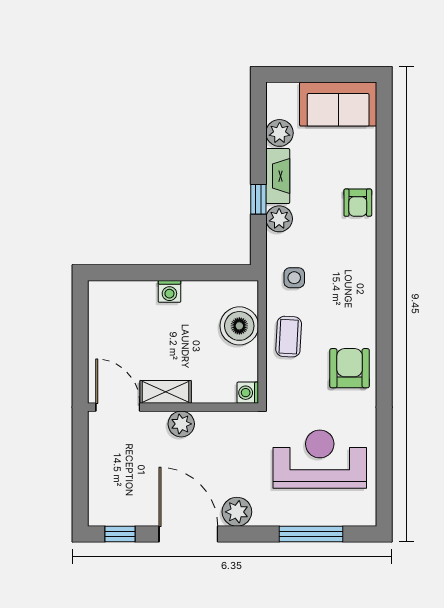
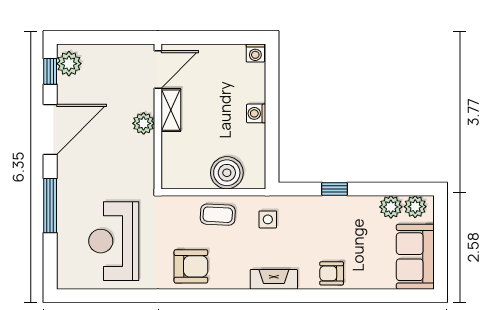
fireplace: (278, 176) -> (274, 279), moved, turned 180
plant: (279, 219) -> (415, 207), moved
washing machine: (248, 393) -> (255, 53), moved, turned 180
reception desk: (320, 459) -> (114, 241), turned 180
plant: (237, 512) -> (69, 64), moved
window: (311, 534) -> (50, 206), moved

